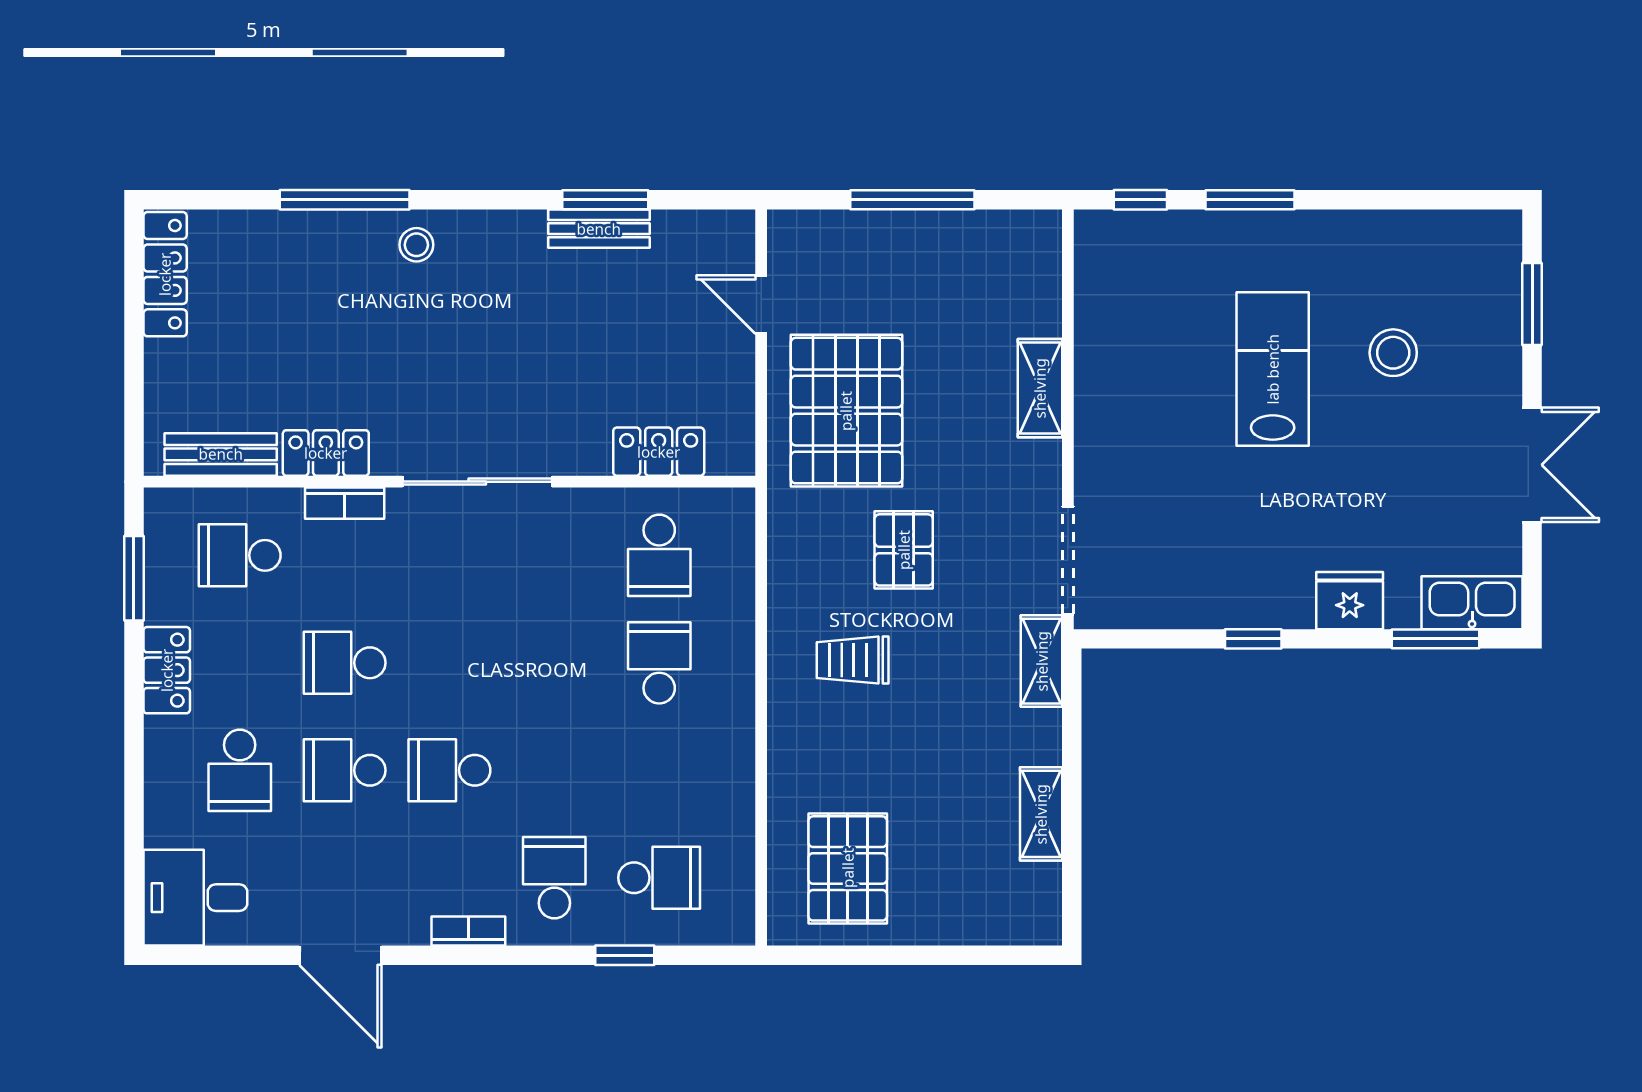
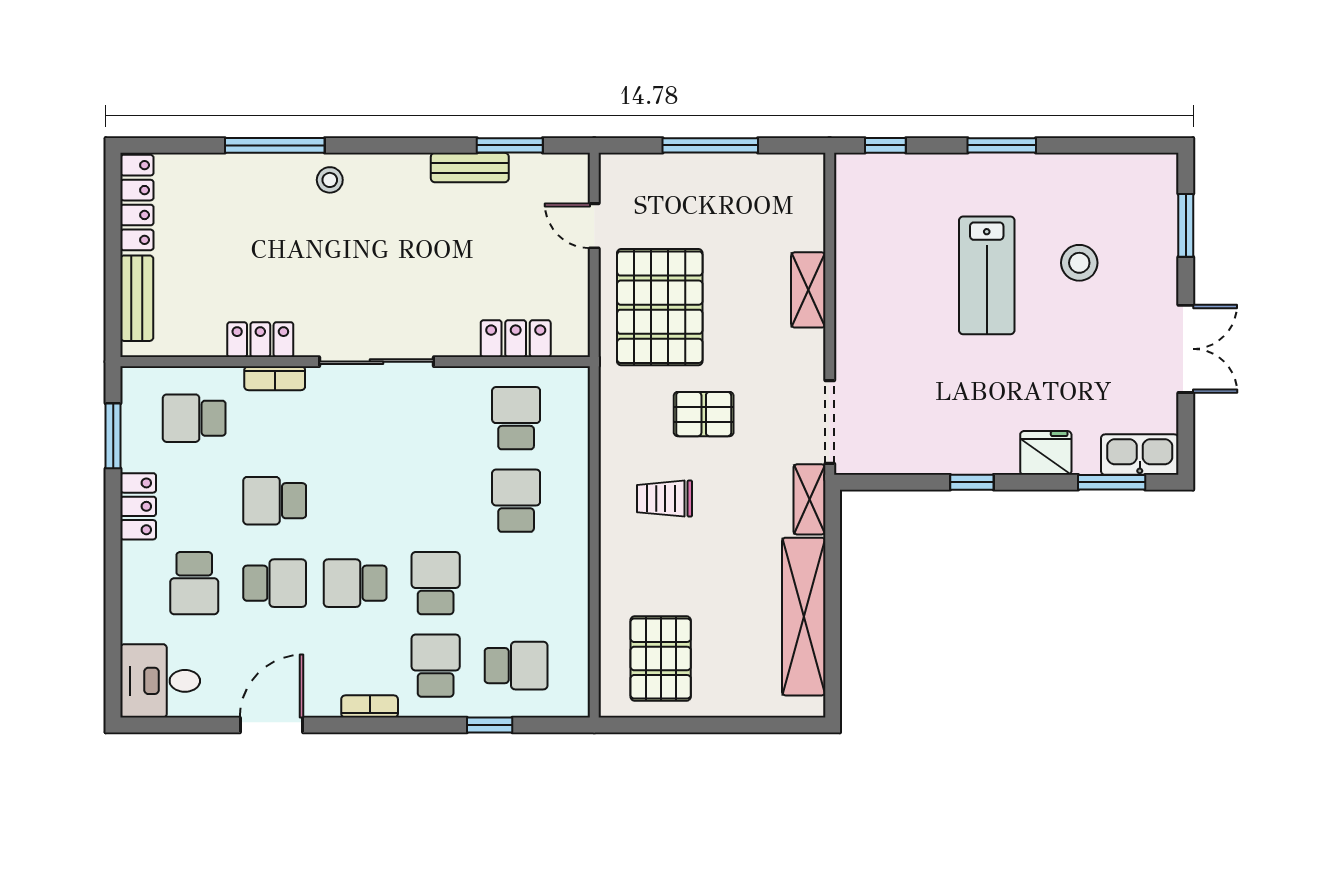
window: (605, 200) -> (510, 145), moved
window: (1250, 200) -> (1002, 145), moved
lab bench: (1273, 369) -> (987, 275), turned 180
bench: (221, 454) -> (137, 298), moved, turned 90
pallet: (904, 550) -> (704, 414), turned 90
school desk: (659, 555) -> (516, 418), turned 180
school desk: (345, 770) -> (275, 583), turned 180
school desk: (554, 770) -> (436, 583), added
shelving: (1041, 814) -> (804, 617), width x2.20, depth x1.33
door: (340, 955) -> (272, 725), swing flipped

